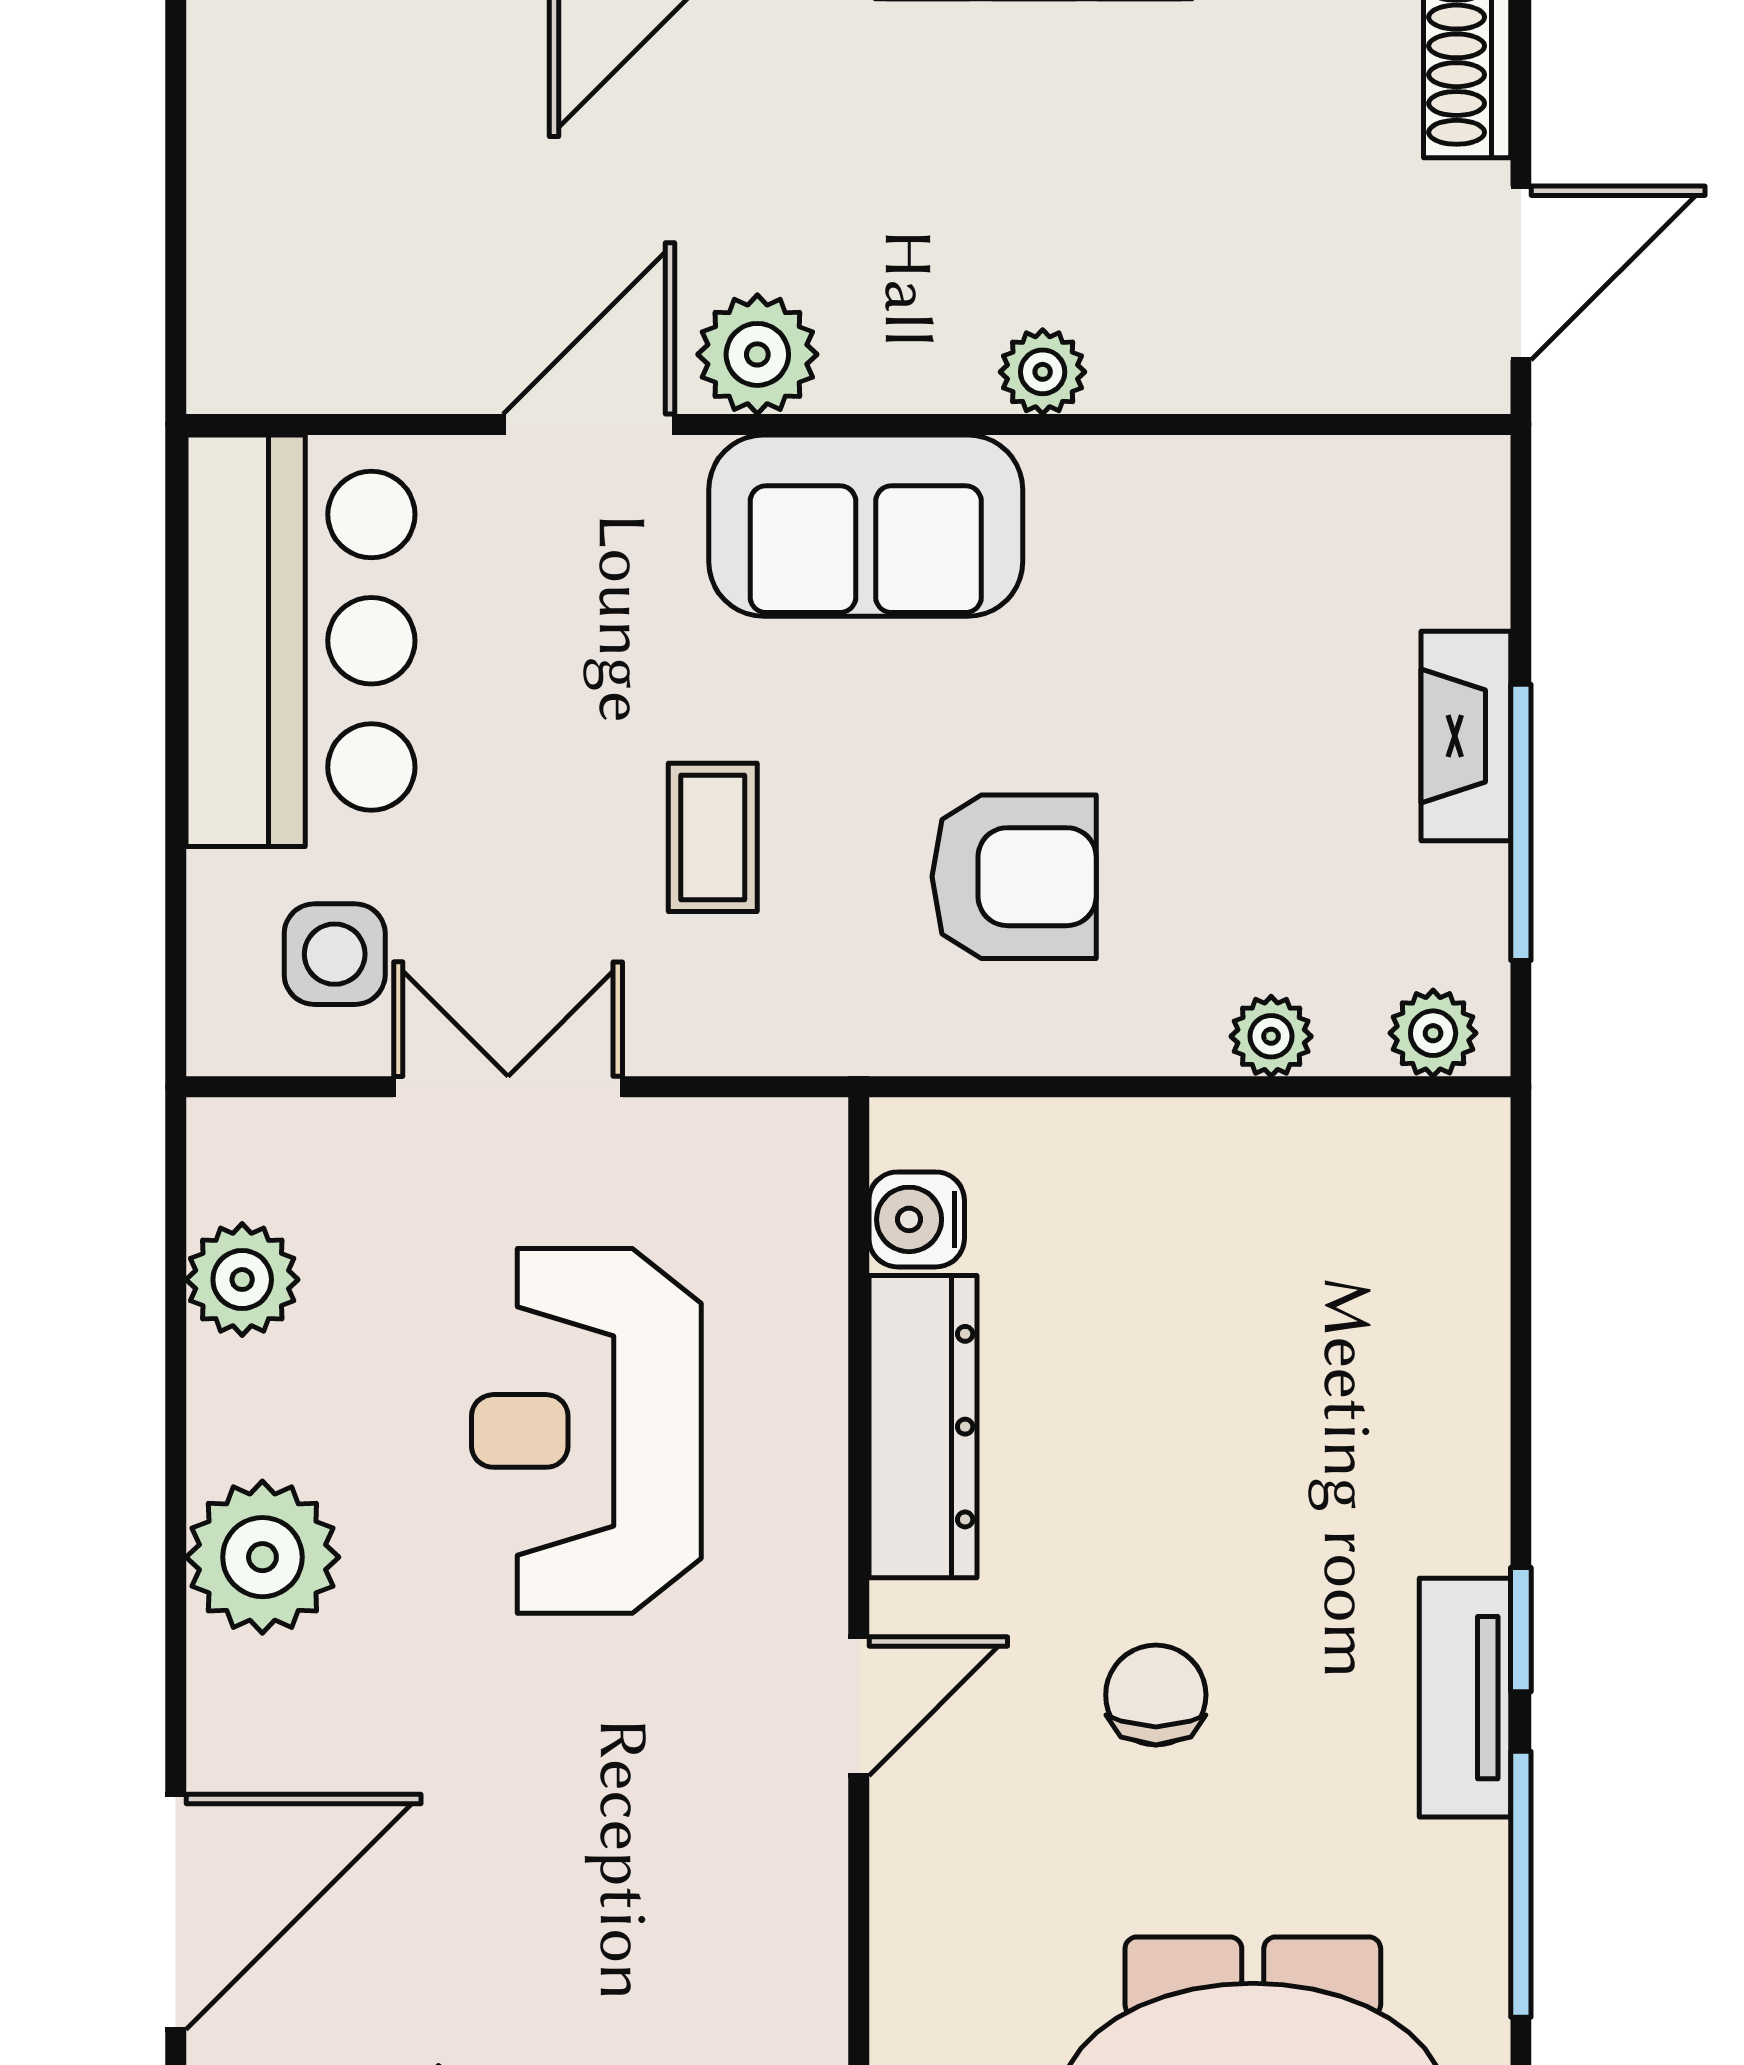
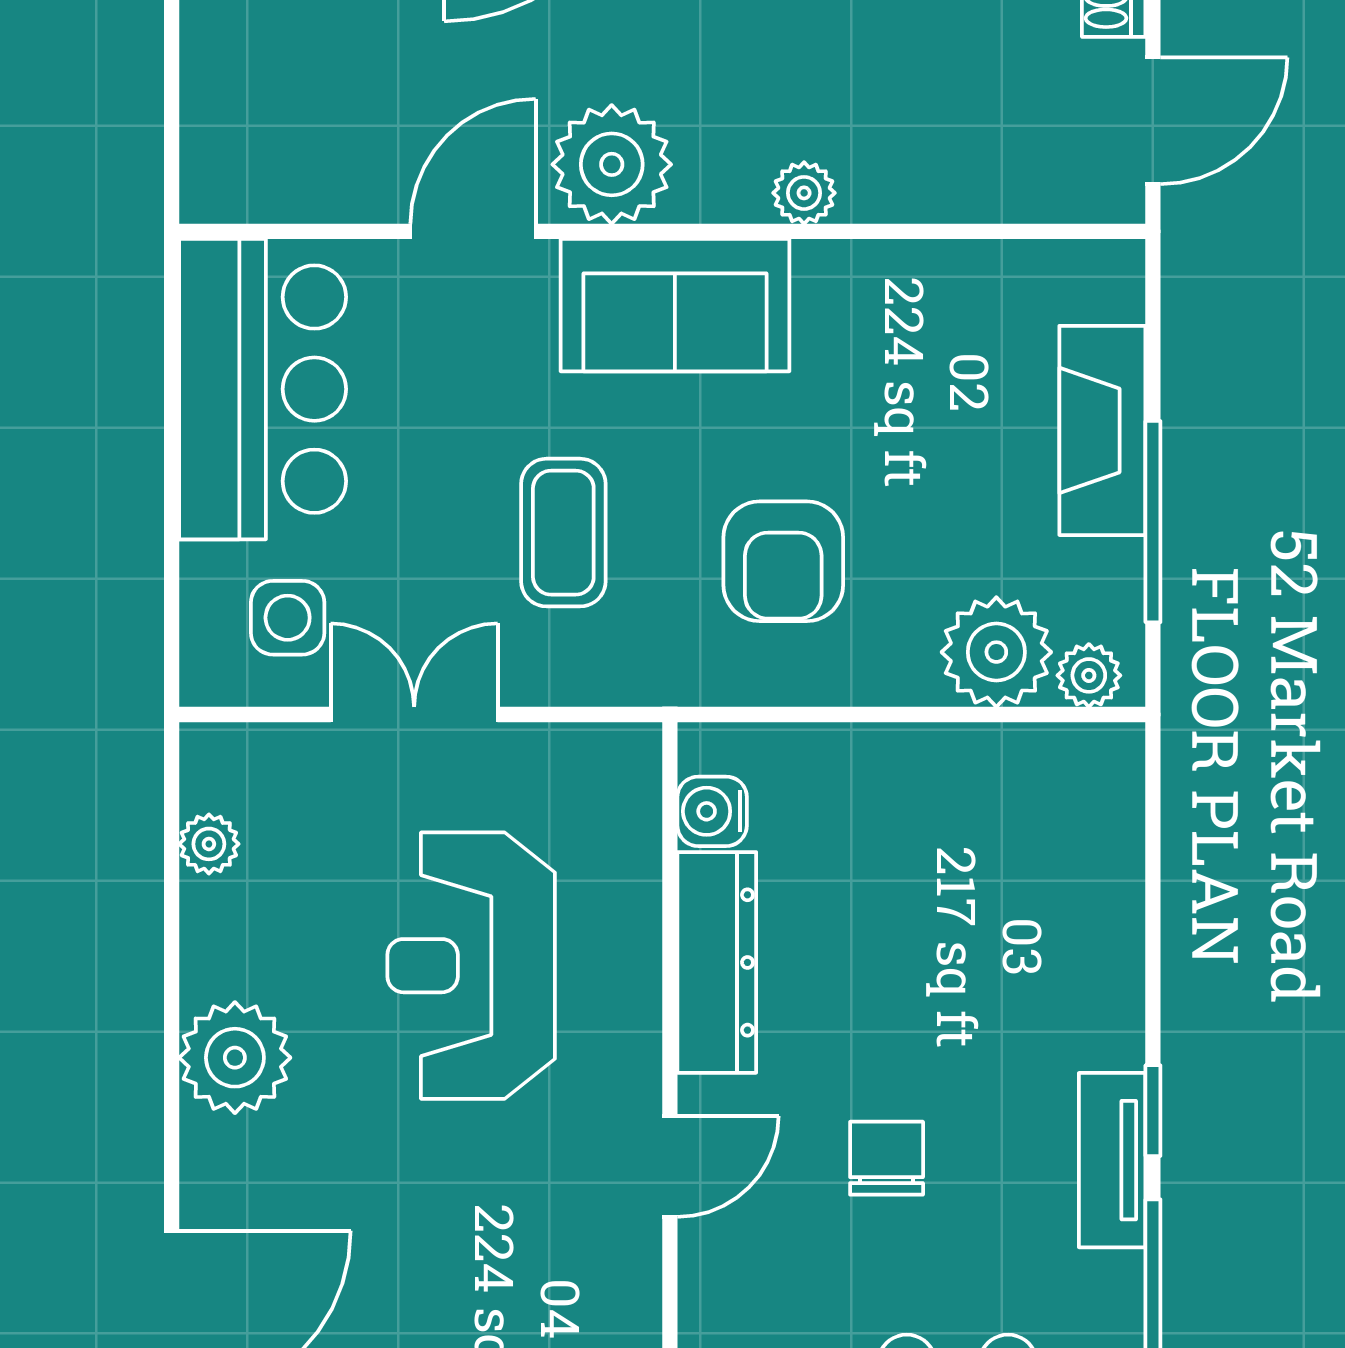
plant: (757, 354) -> (612, 164), width x1.36, depth x1.36
fireplace: (1466, 736) -> (1102, 430), width x1.37, depth x1.32
coffee table: (713, 837) -> (563, 533), width x1.36, depth x1.30
armchair: (1014, 877) -> (783, 561), turned 90
plant: (1271, 1036) -> (996, 652), width x1.87, depth x1.87
plant: (242, 1280) -> (209, 844), width x0.73, depth x0.73

